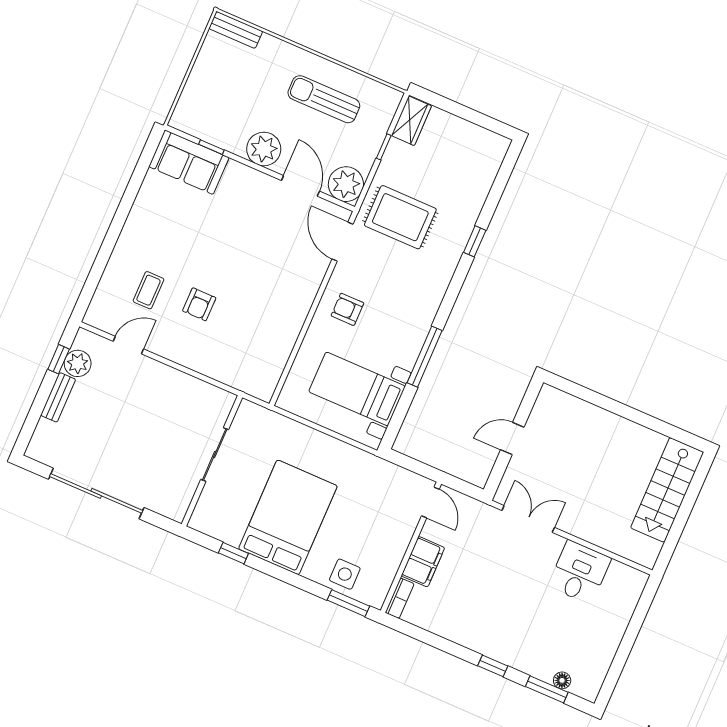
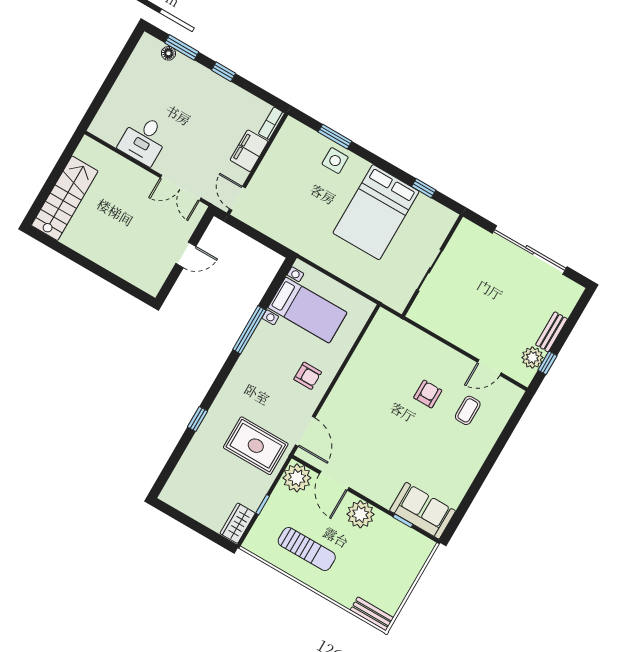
door: (430, 502) -> (237, 198), moved
wall: (411, 547) -> (257, 164), moved
filing cabinet: (423, 562) -> (249, 151), moved
bookcase: (400, 598) -> (272, 123), moved

